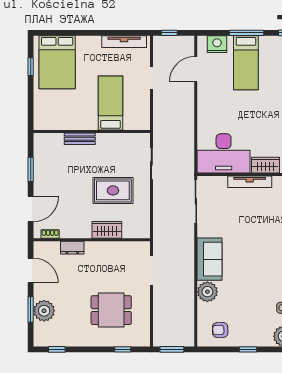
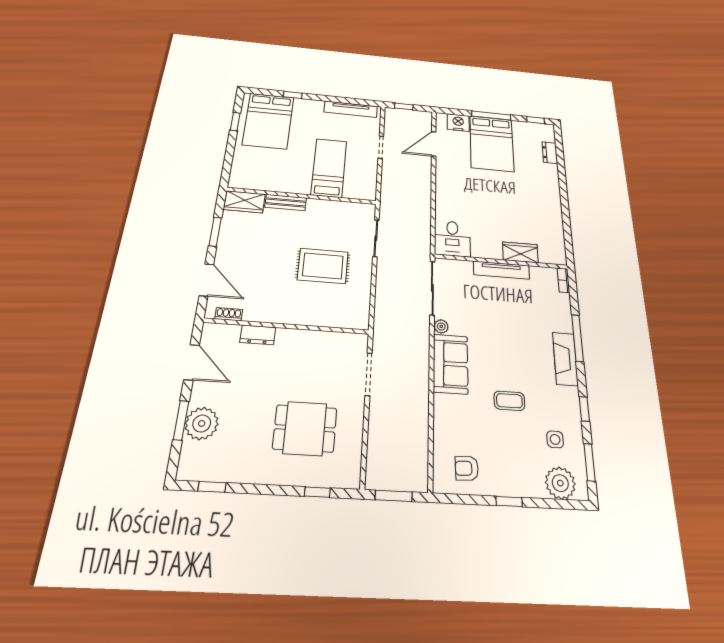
window: (74, 33) -> (293, 95), added
bed: (246, 63) -> (492, 143), width x1.50
desk: (224, 153) -> (452, 239), width x0.53, depth x0.77
door: (31, 209) -> (206, 280), hinge flipped
wardrobe: (107, 230) -> (244, 202), moved, turned 180
coffee table: (251, 283) -> (509, 401), added
plant: (207, 292) -> (441, 326), moved, width x0.53, depth x0.53

